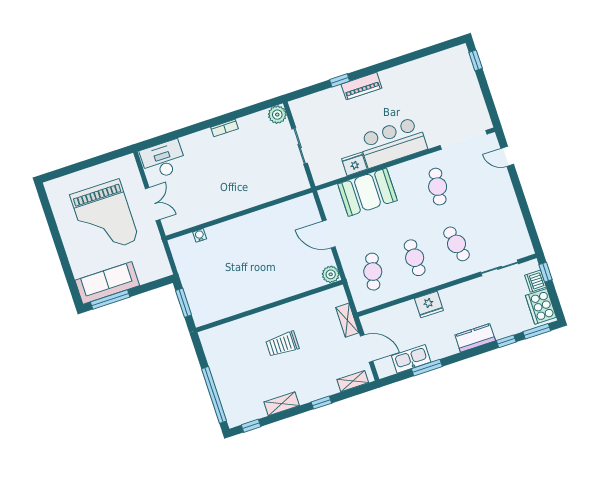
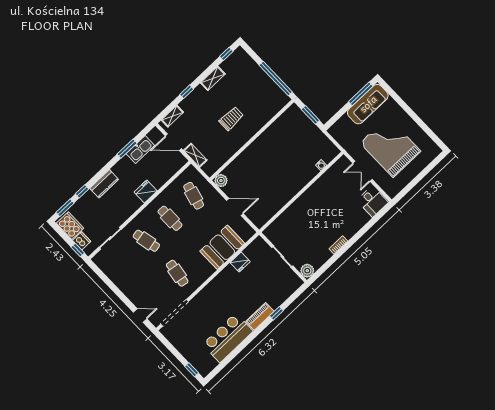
bar counter: (393, 142) -> (228, 338), moved, turned 180
desk: (163, 160) -> (372, 201), width x0.73
window: (214, 395) -> (276, 79), moved

